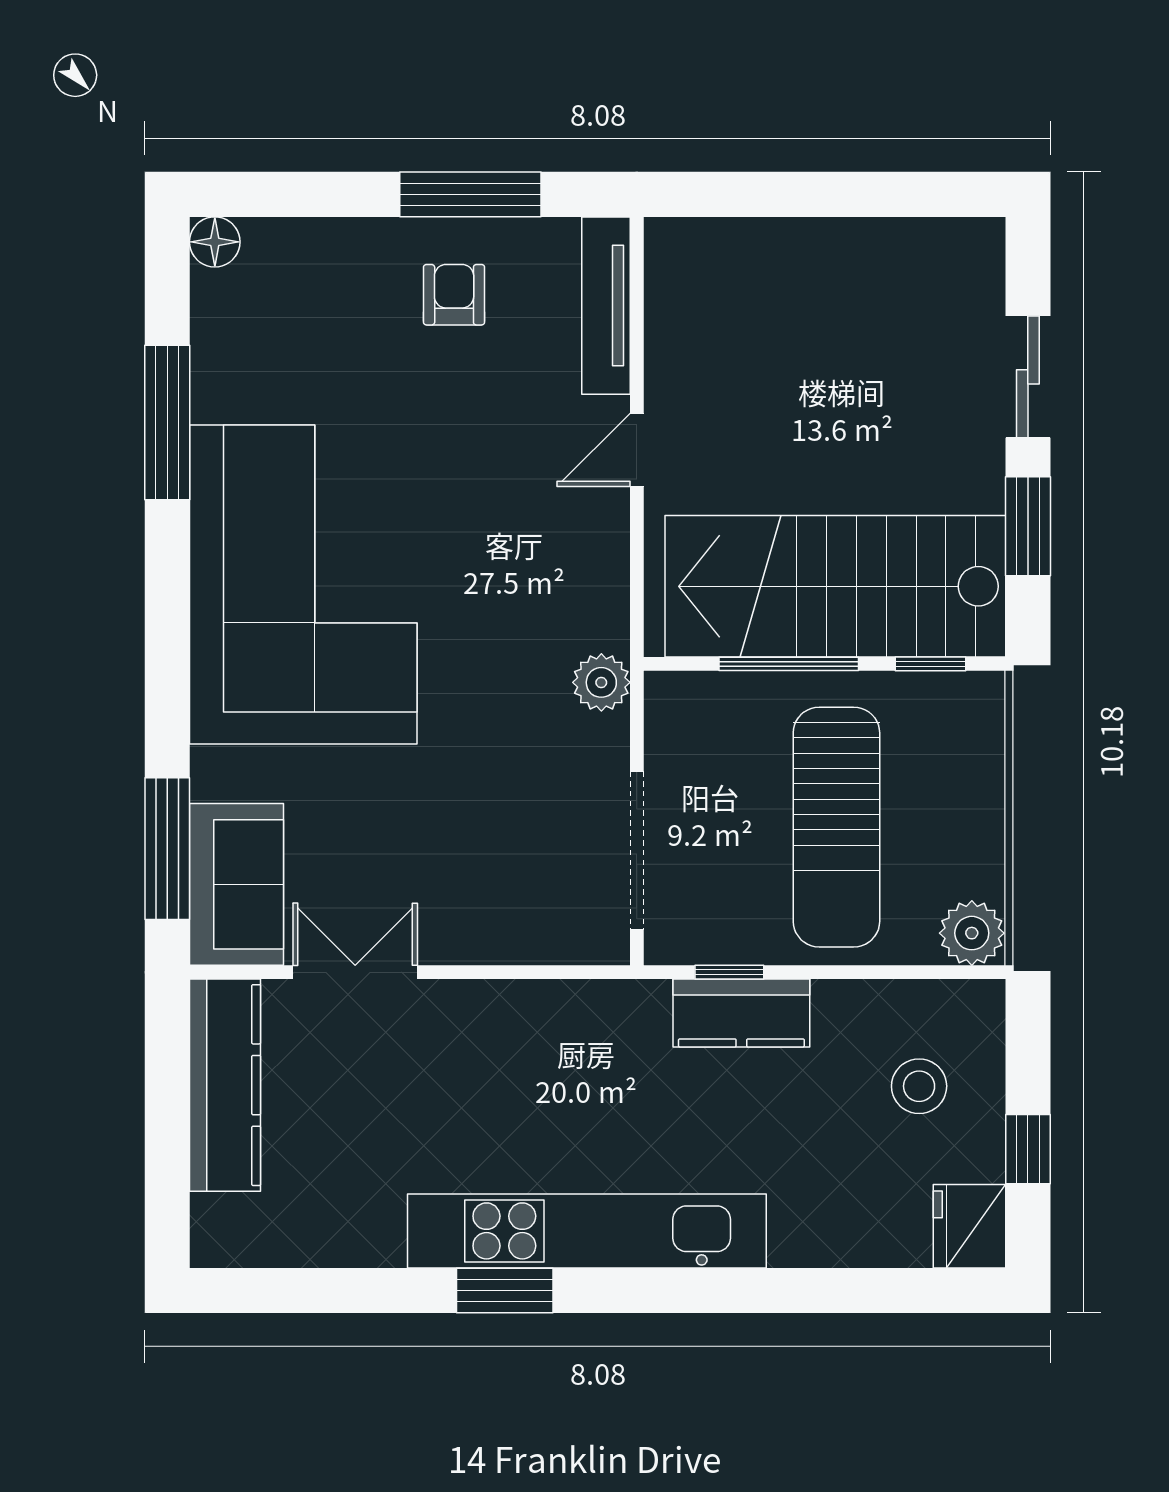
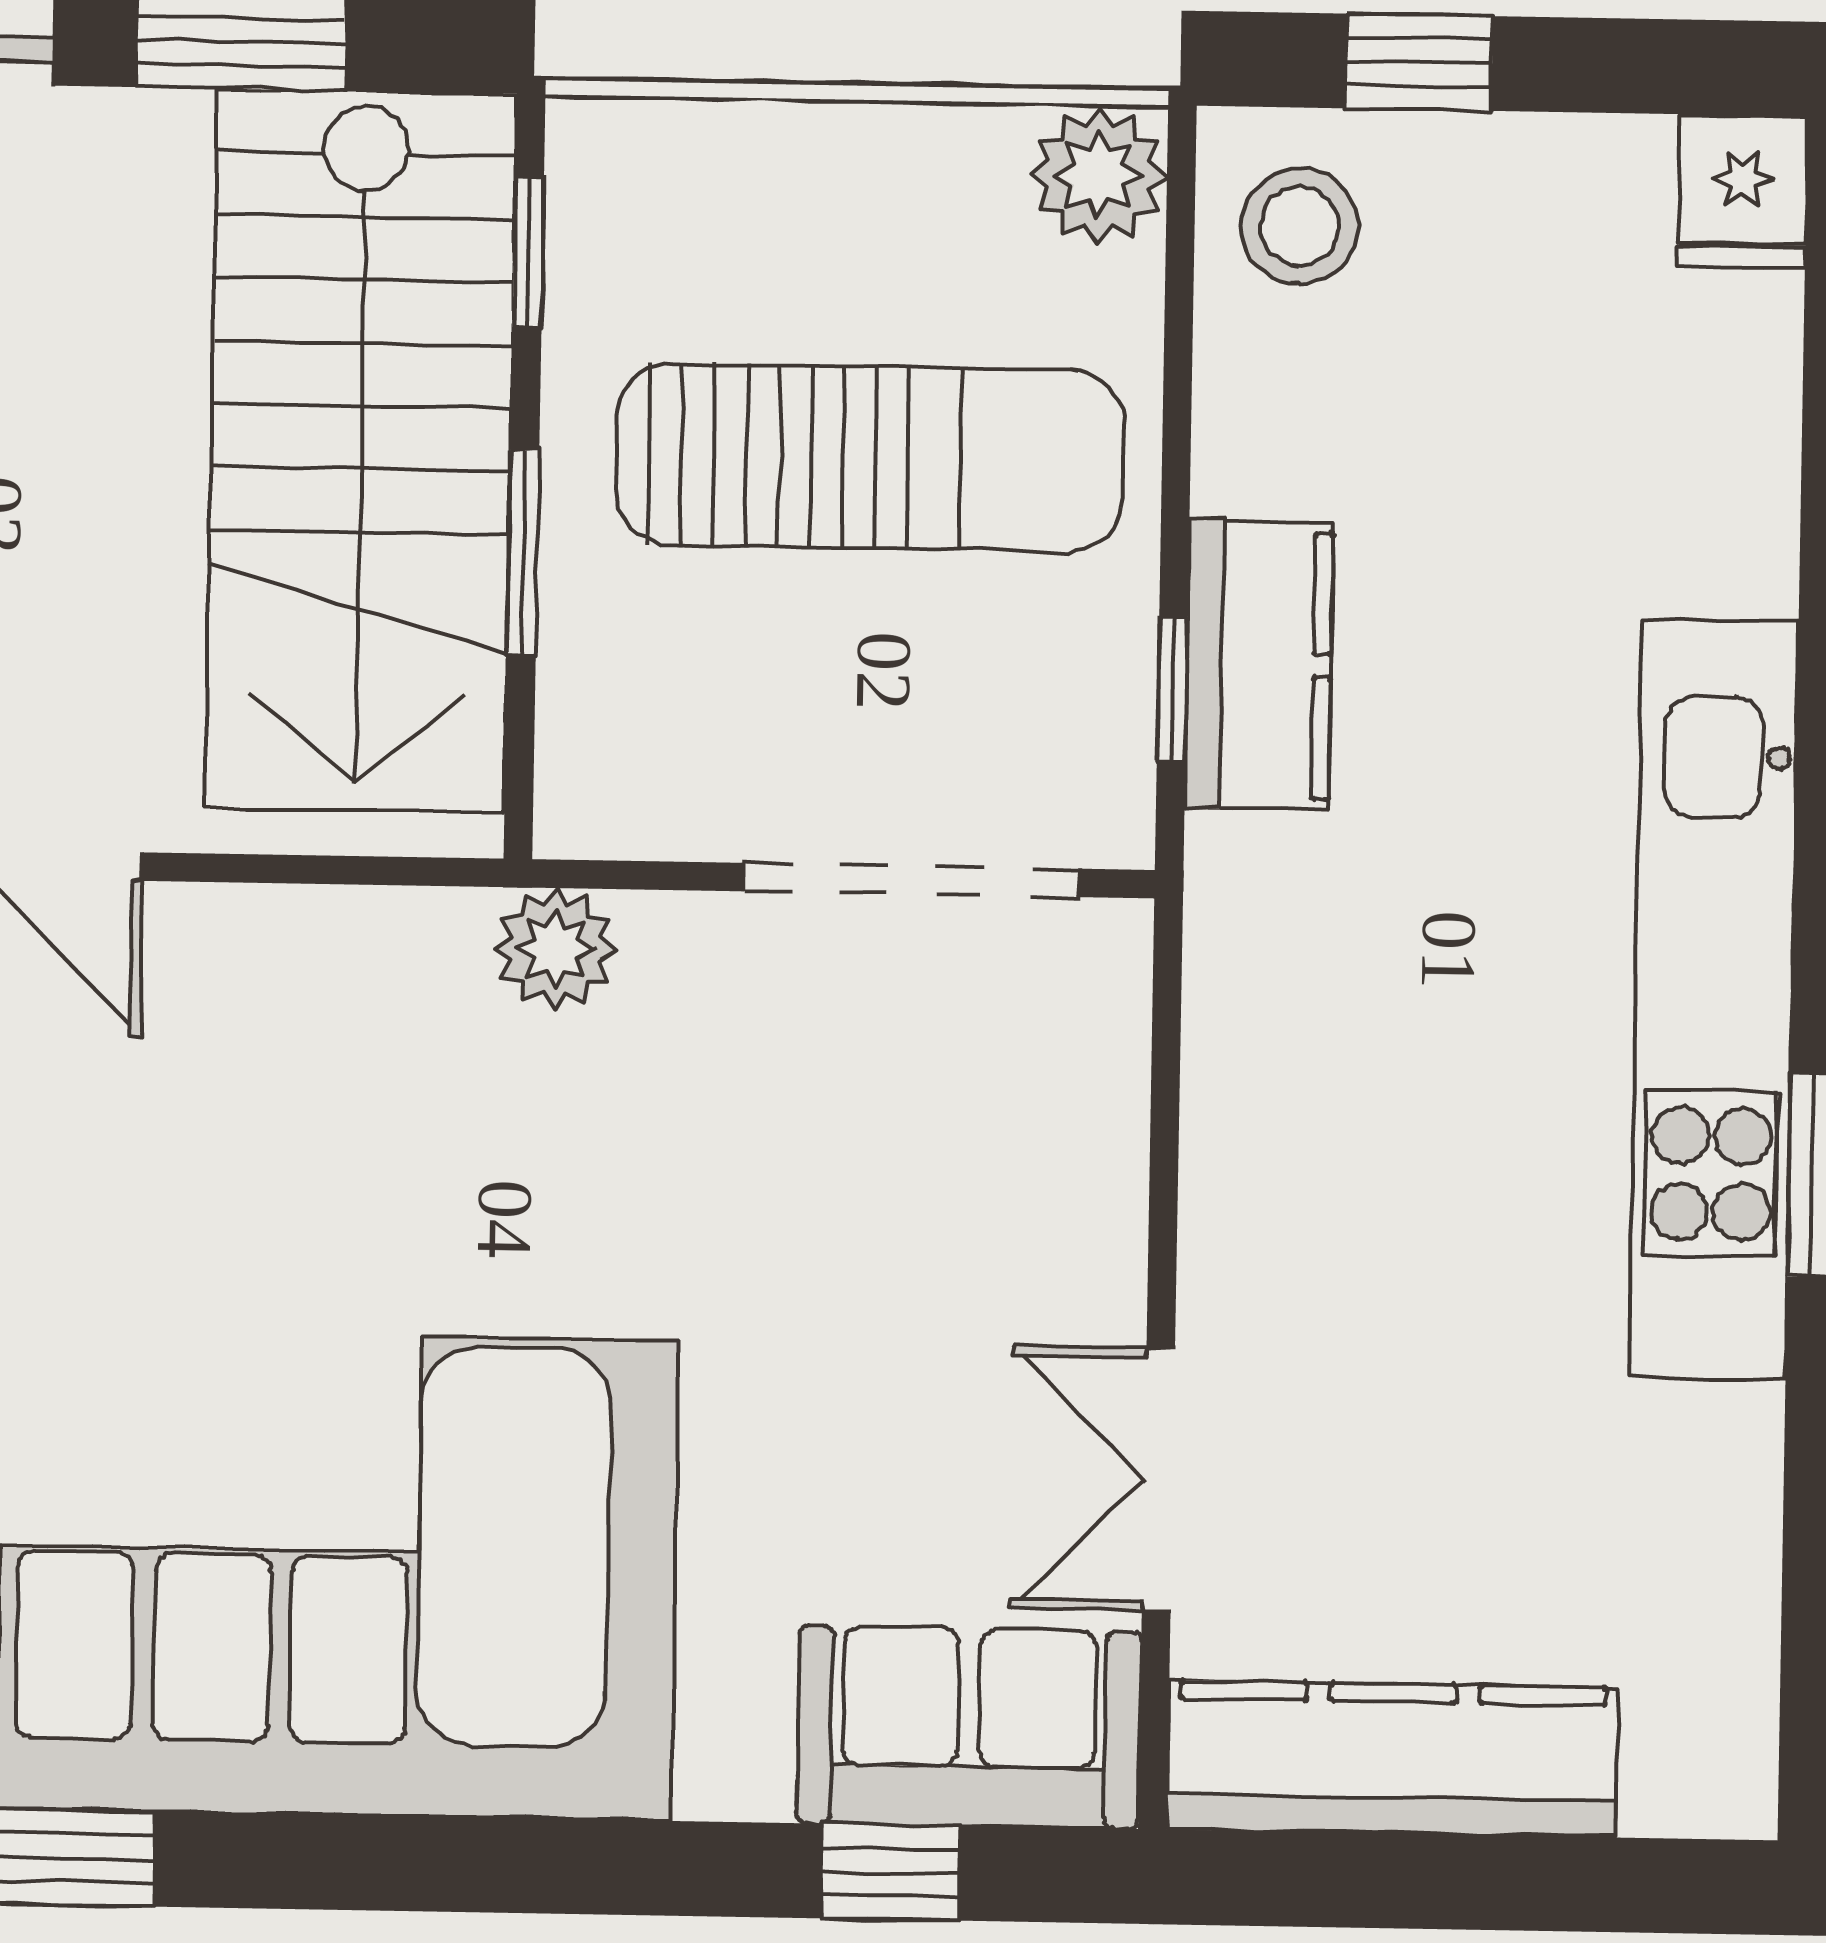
window: (789, 664) -> (523, 552), width x0.69
window: (167, 849) -> (891, 1872), width x0.46
stool: (919, 1086) -> (1300, 226), moved
window: (1028, 1149) -> (1419, 62), moved
fridge: (969, 1226) -> (1742, 191), width x0.72

